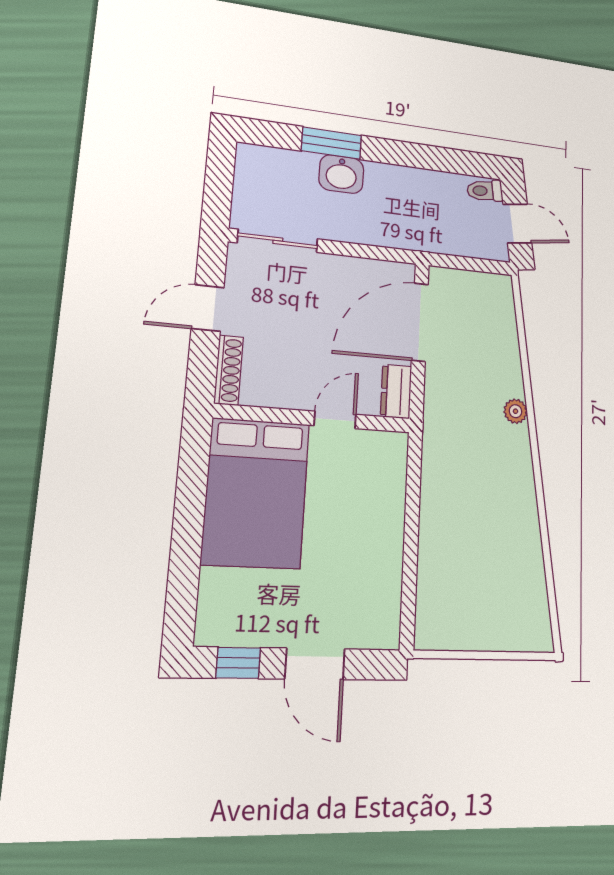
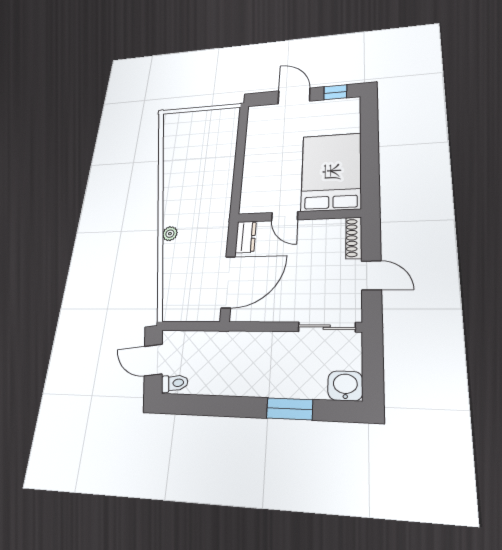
washbasin: (341, 174) -> (345, 386), moved
door: (208, 308) -> (371, 275), hinge flipped
door: (335, 420) -> (285, 216), hinge flipped

